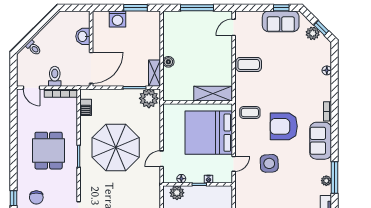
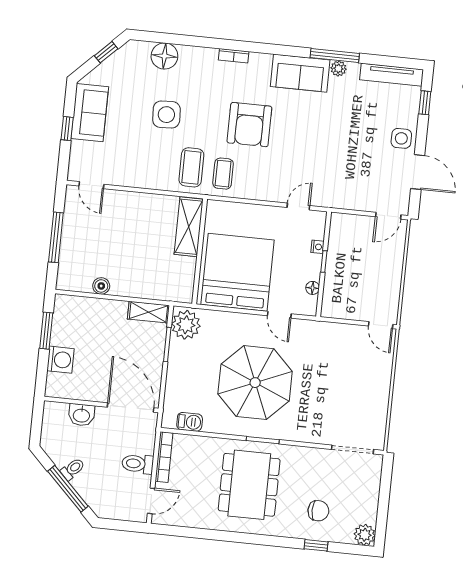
window: (281, 8) -> (67, 129), moved
window: (34, 32) -> (68, 489), added
plant: (313, 33) -> (113, 66), removed
toilet: (33, 48) -> (73, 469), moved
boiler: (168, 62) -> (101, 286), moved
coffee table: (249, 64) -> (191, 167), moved
floor lamp: (327, 70) -> (164, 56), width x1.89, depth x1.89
bed: (209, 133) -> (238, 272), moved, turned 180
sofa: (321, 141) -> (300, 73), moved
dining table: (49, 151) -> (249, 485), width x1.38
side table: (269, 163) -> (166, 115), moved
door: (234, 164) -> (298, 207), hinge flipped
plant: (177, 193) -> (333, 297), removed

